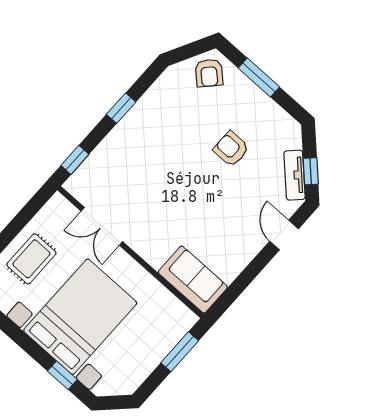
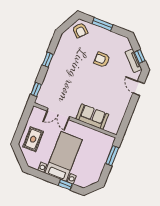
sofa: (193, 280) -> (92, 117), moved
bed with nightstands: (80, 317) -> (64, 156), width x0.73

